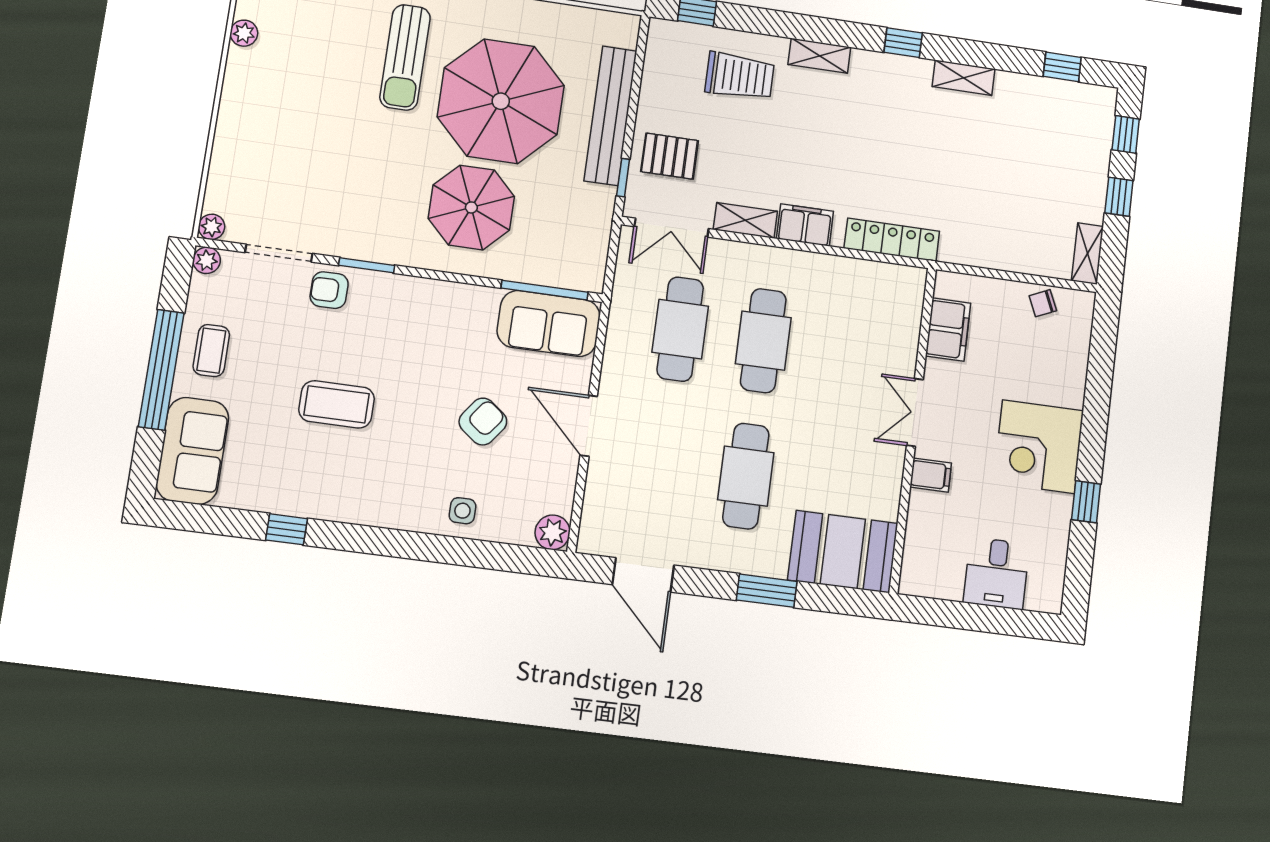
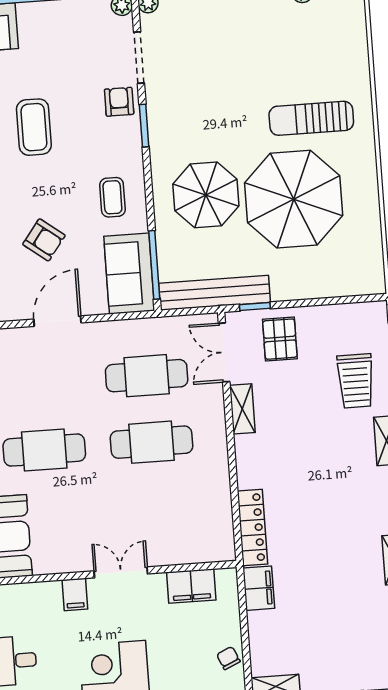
bench: (610, 116) -> (215, 293), moved
filing cabinet: (805, 225) -> (259, 588), moved
coffee table: (211, 351) -> (112, 197), moved, turned 90

